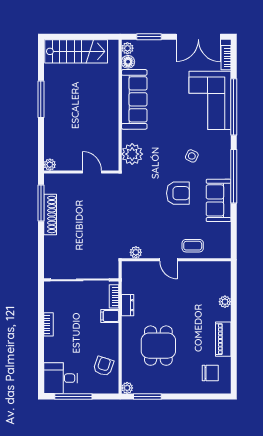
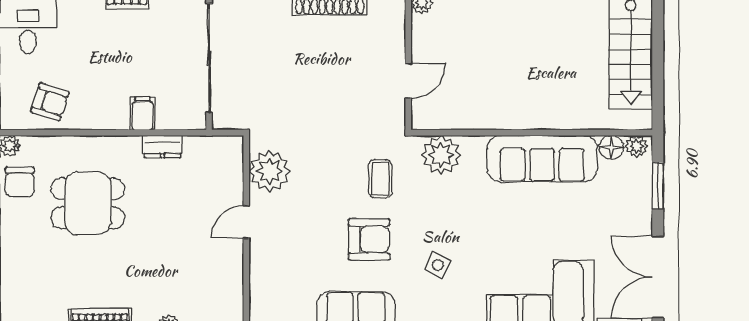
armchair: (178, 193) -> (369, 239), turned -90
coffee table: (193, 246) -> (380, 179), moved
plant: (136, 252) -> (270, 171), width x1.87, depth x1.87
bookcase: (114, 296) -> (179, 121), removed
chair: (210, 373) -> (20, 182), moved

